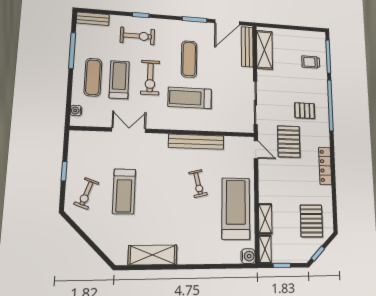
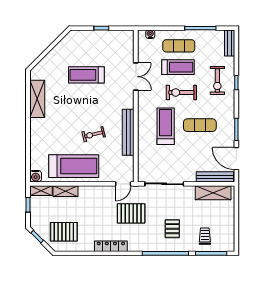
pallet: (305, 111) -> (172, 229), moved
exercise bike: (86, 193) -> (84, 46), removed

